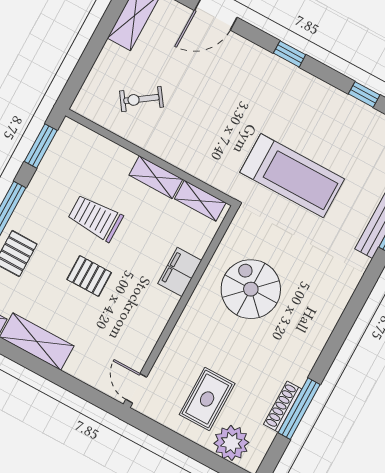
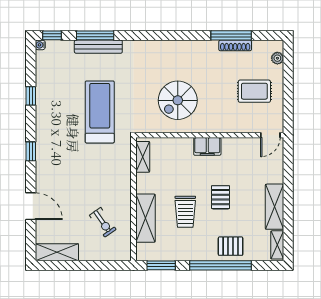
shelving: (156, 177) -> (145, 218), moved, width x1.50, depth x1.33
filing cabinet: (180, 272) -> (207, 146), moved
plant: (231, 443) -> (277, 58), width x0.53, depth x0.53

